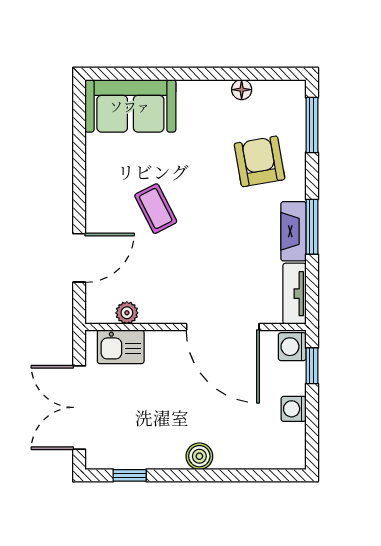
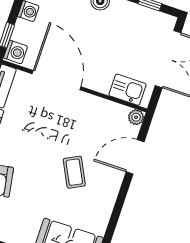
plant: (127, 313) -> (136, 117), moved

